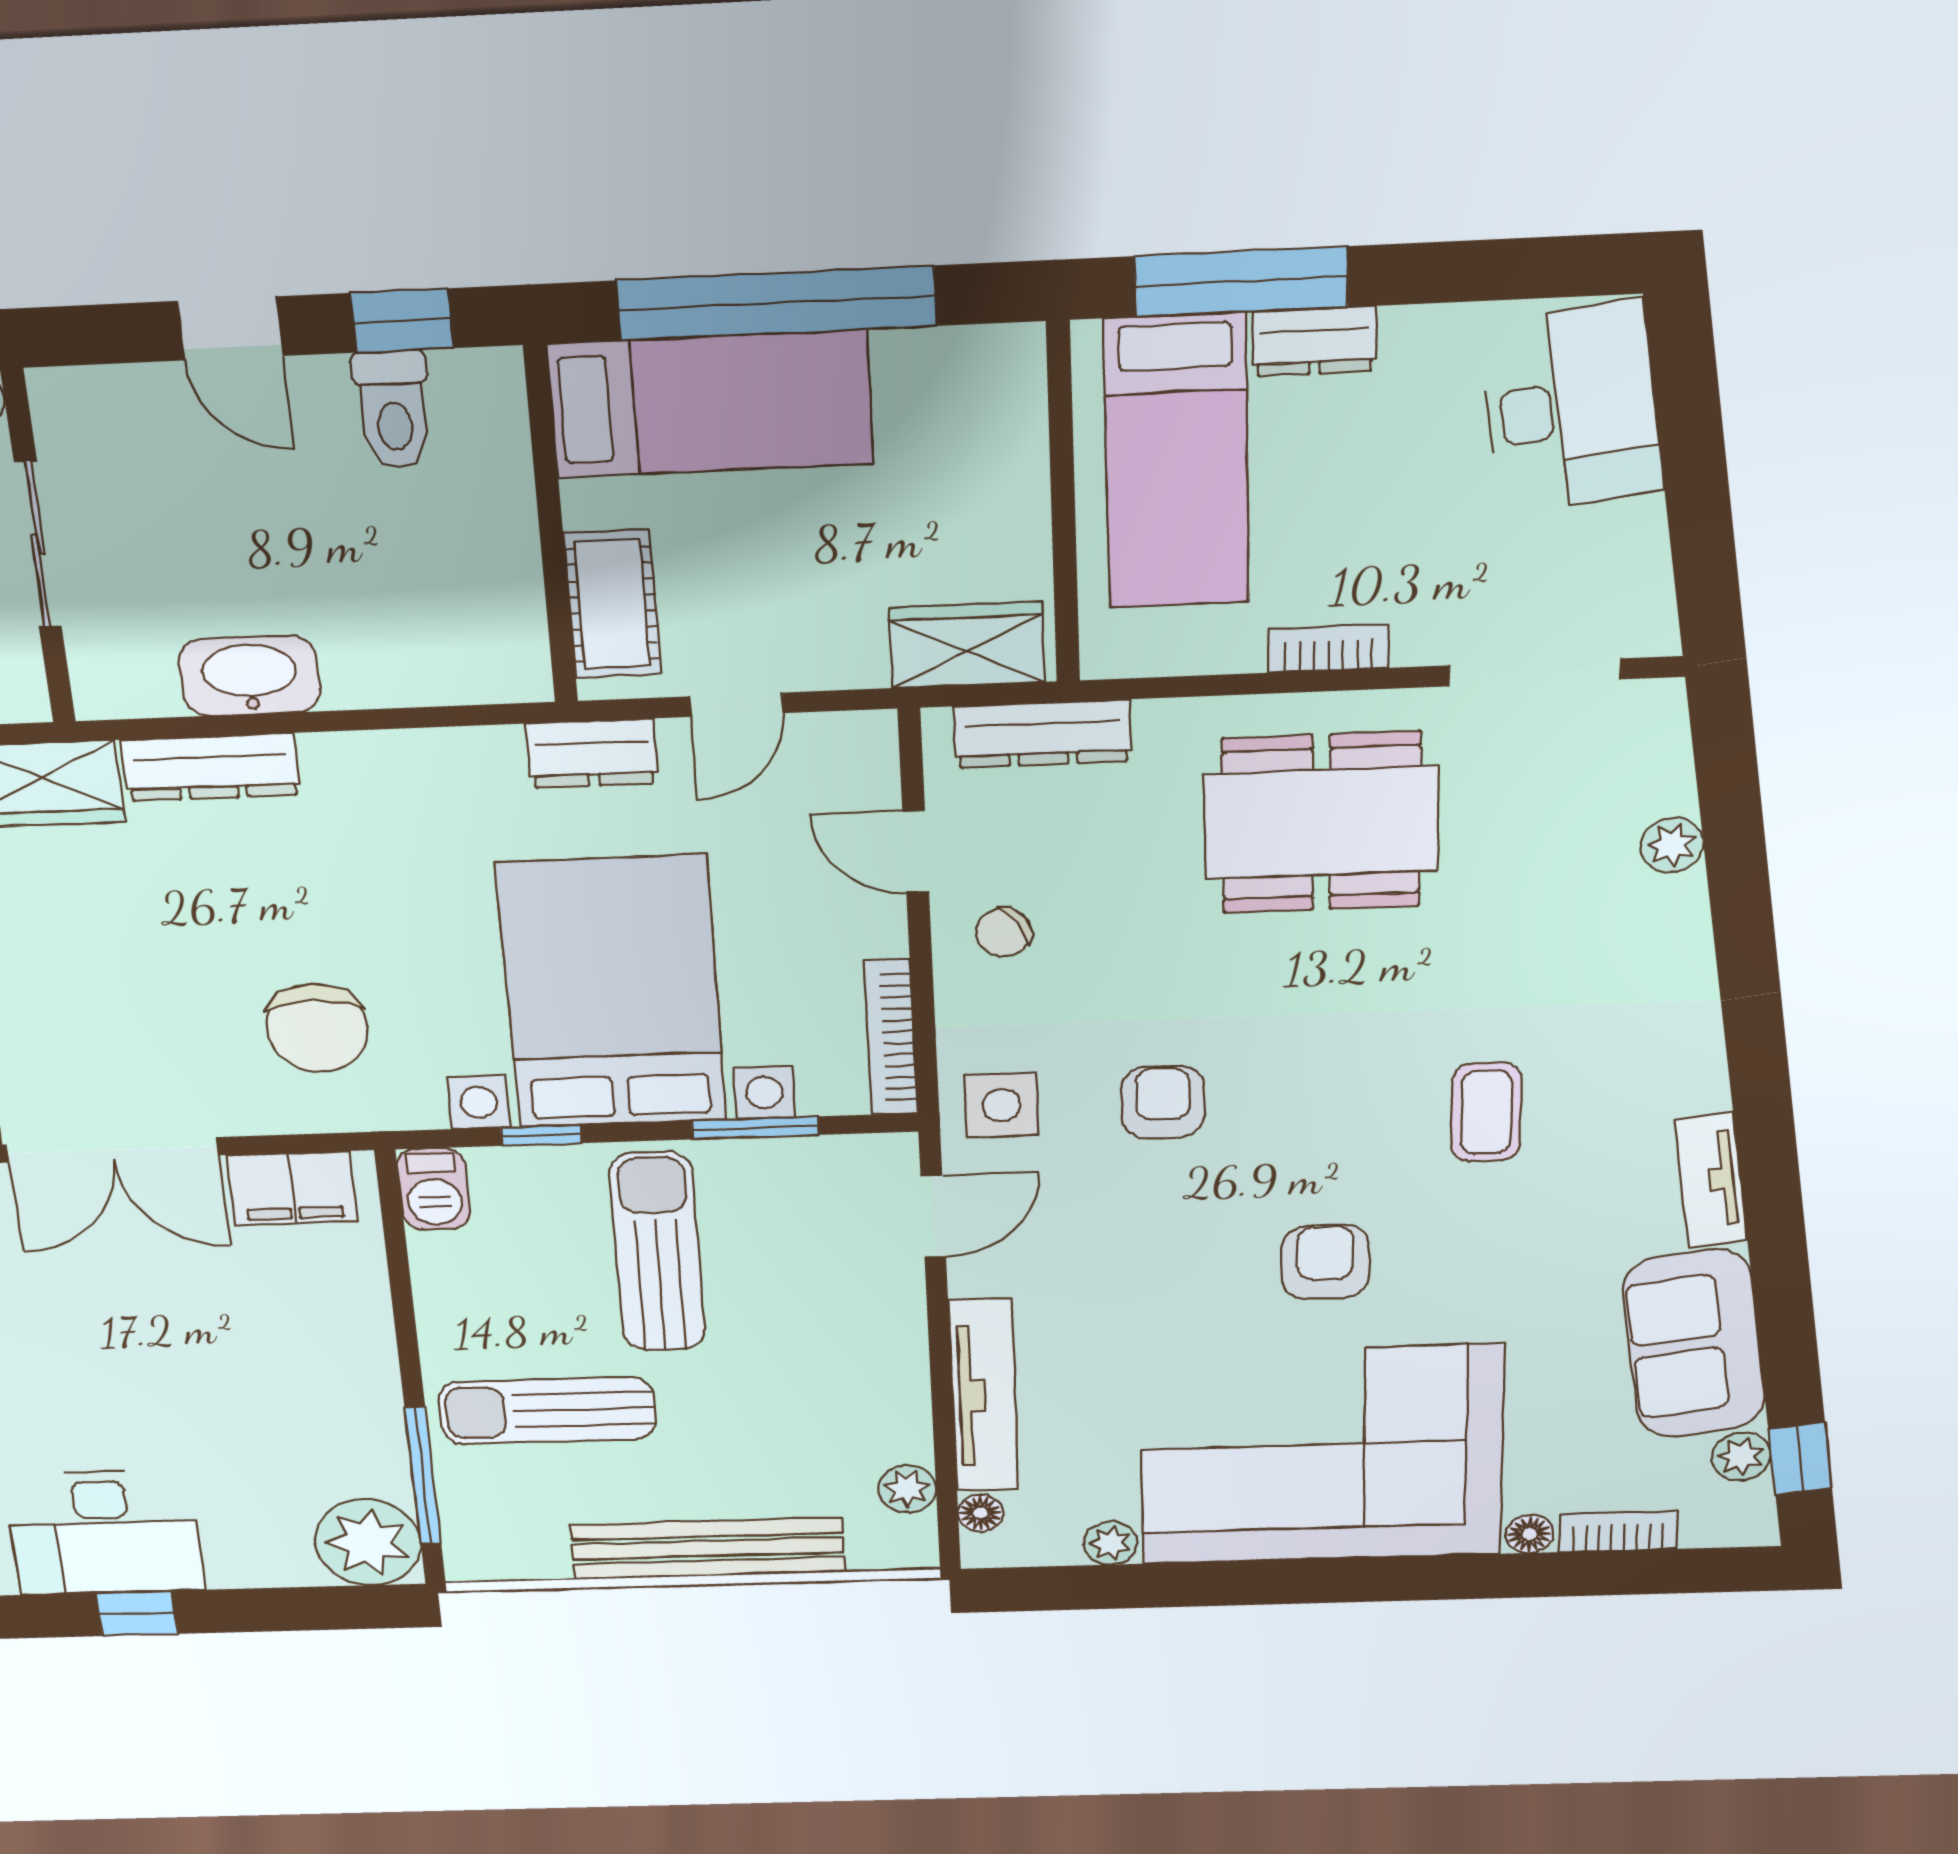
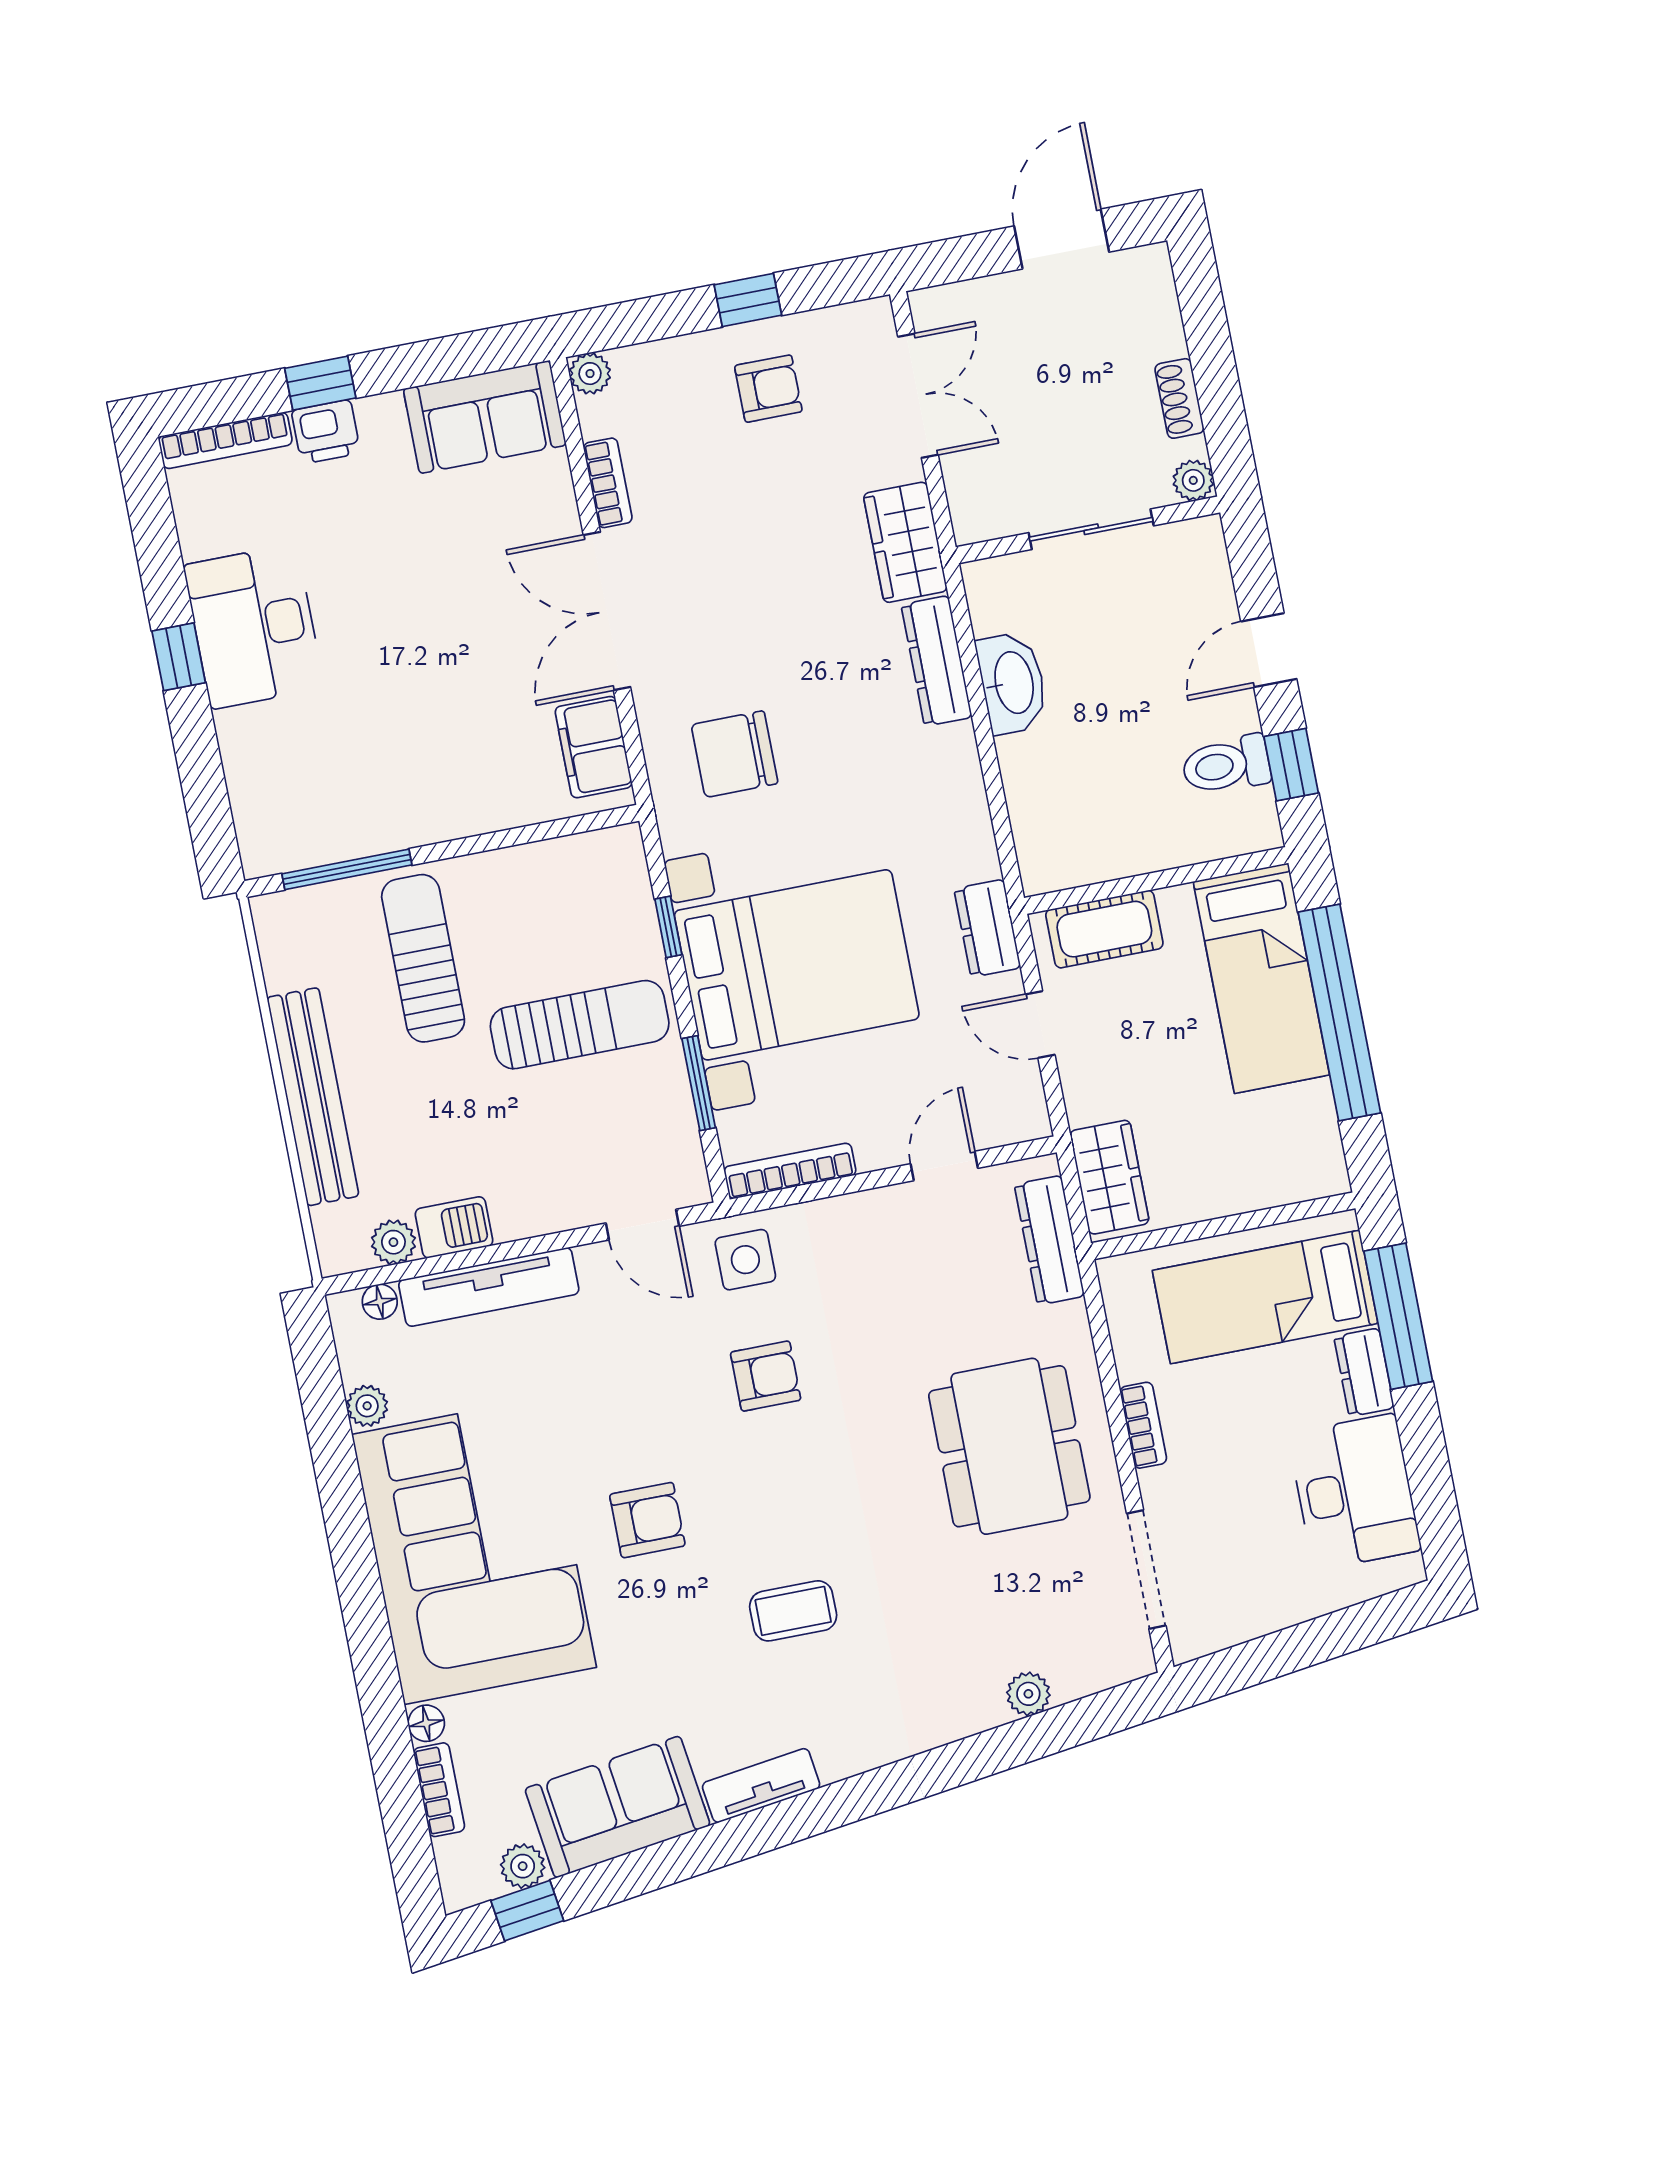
desk: (1571, 408) -> (1355, 1492), moved, turned -82
chair: (1004, 932) -> (889, 1238), removed
barbecue: (434, 1189) -> (454, 1227), moved, turned 180
plant: (368, 1542) -> (277, 833), removed

